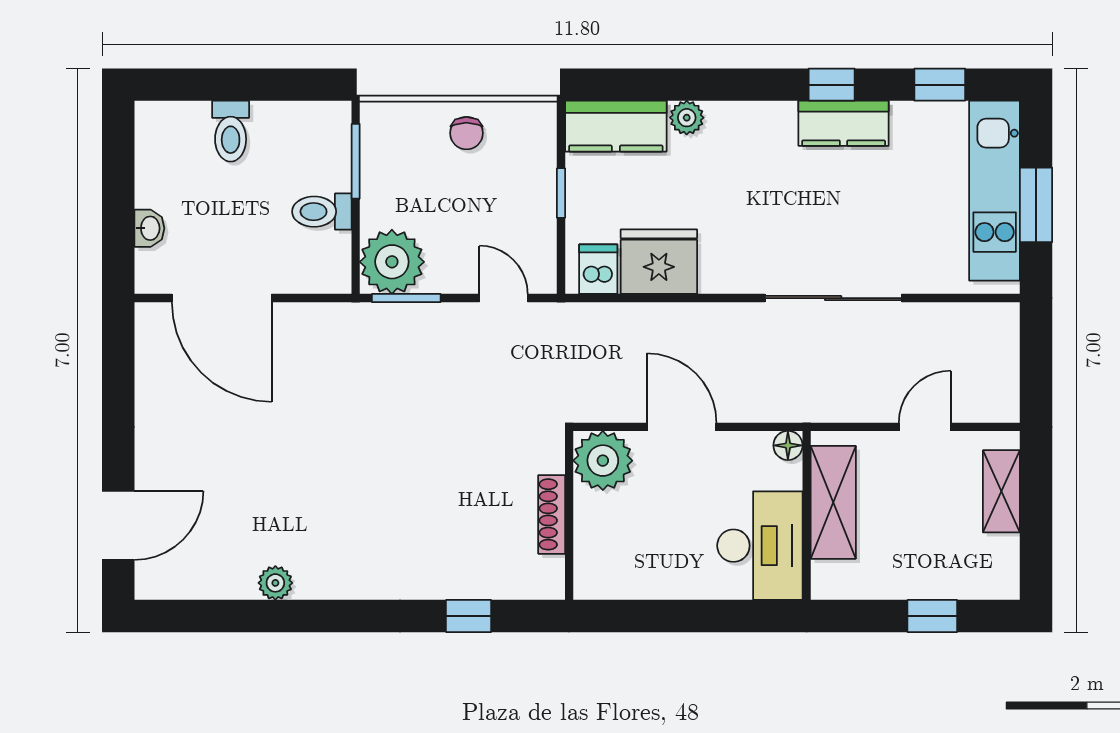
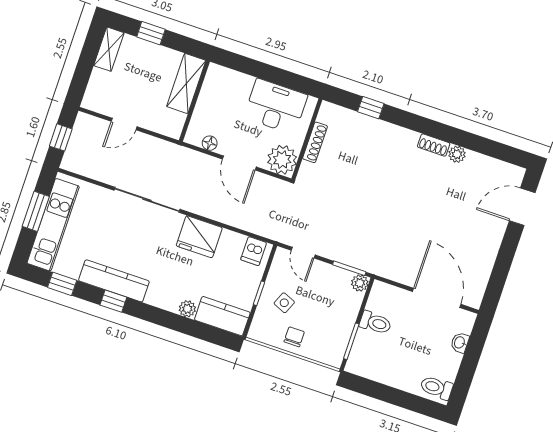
kitchen counter: (844, 123) -> (114, 281), width x1.50
toilet: (231, 131) -> (436, 388), moved, turned -90
side table: (507, 191) -> (284, 303), added
plant: (392, 262) -> (360, 283), width x0.53, depth x0.53
fridge: (659, 262) -> (199, 237), moved
window: (1036, 361) -> (61, 137), added
floor lamp: (788, 445) -> (210, 143), moved
shelving: (1001, 491) -> (109, 49), moved
shelving: (833, 502) -> (186, 83), moved
desk: (760, 546) -> (276, 106), moved, turned 90
shoe rack: (326, 585) -> (434, 145), added

